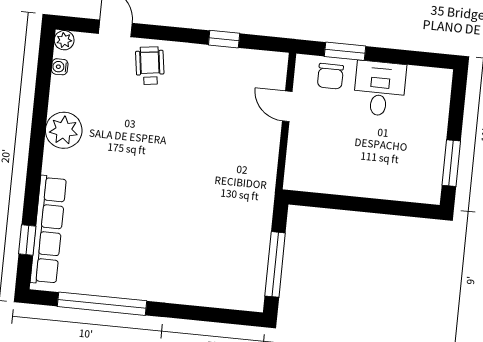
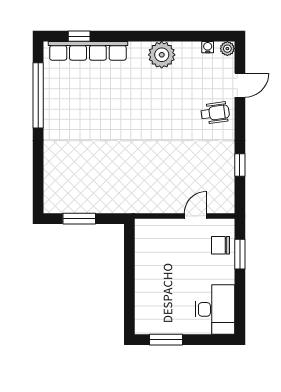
desk: (380, 89) -> (215, 309), moved, width x1.37
window: (275, 264) -> (79, 219), width x0.69

